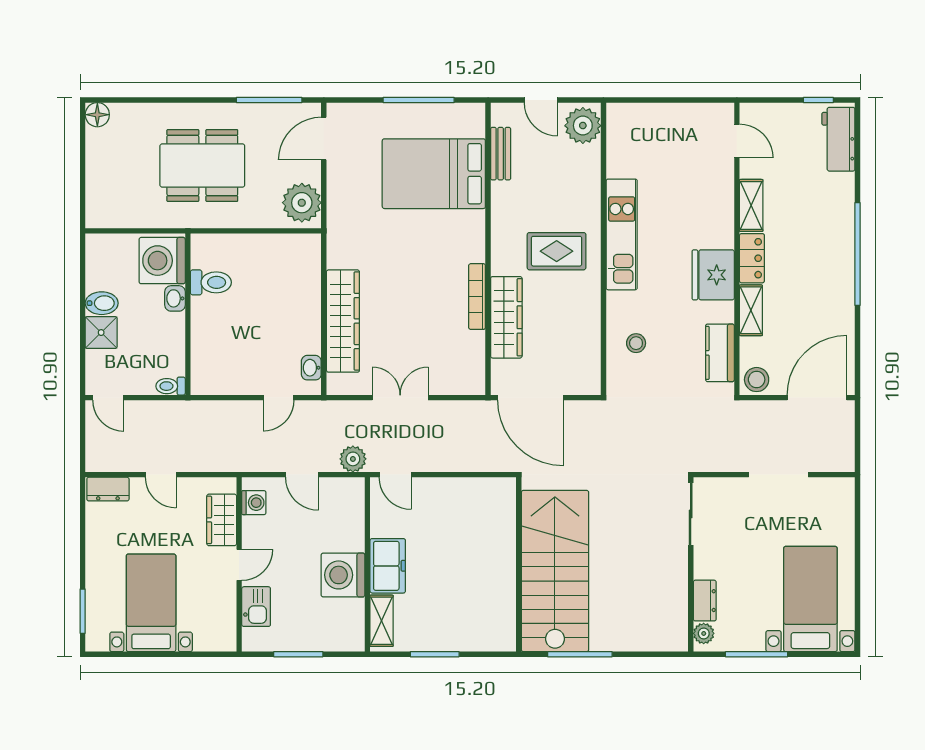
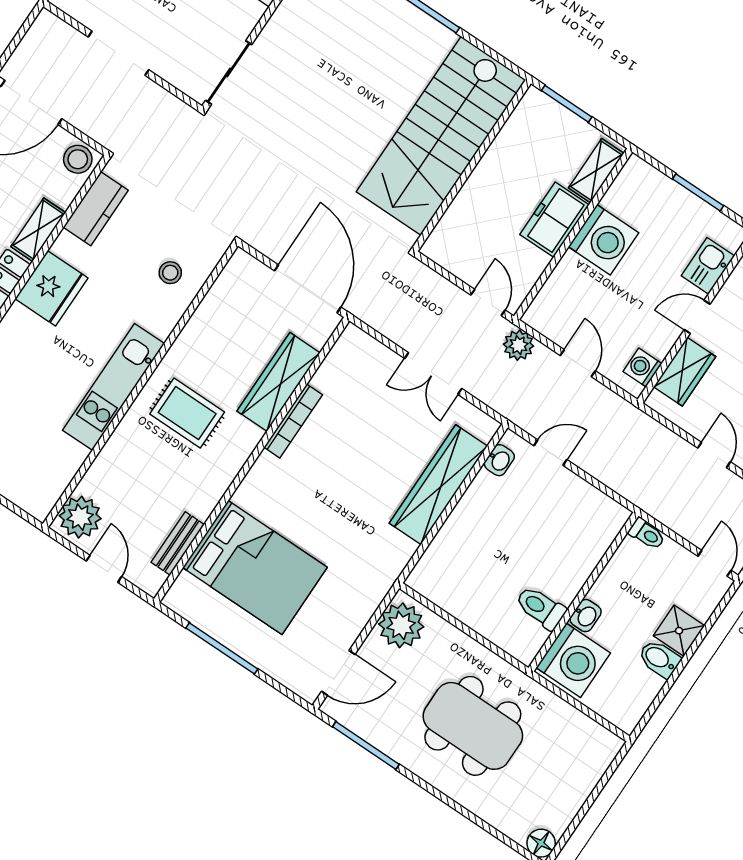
wall: (519, 564) -> (472, 166), moved
stairs: (555, 571) -> (441, 136), moved

